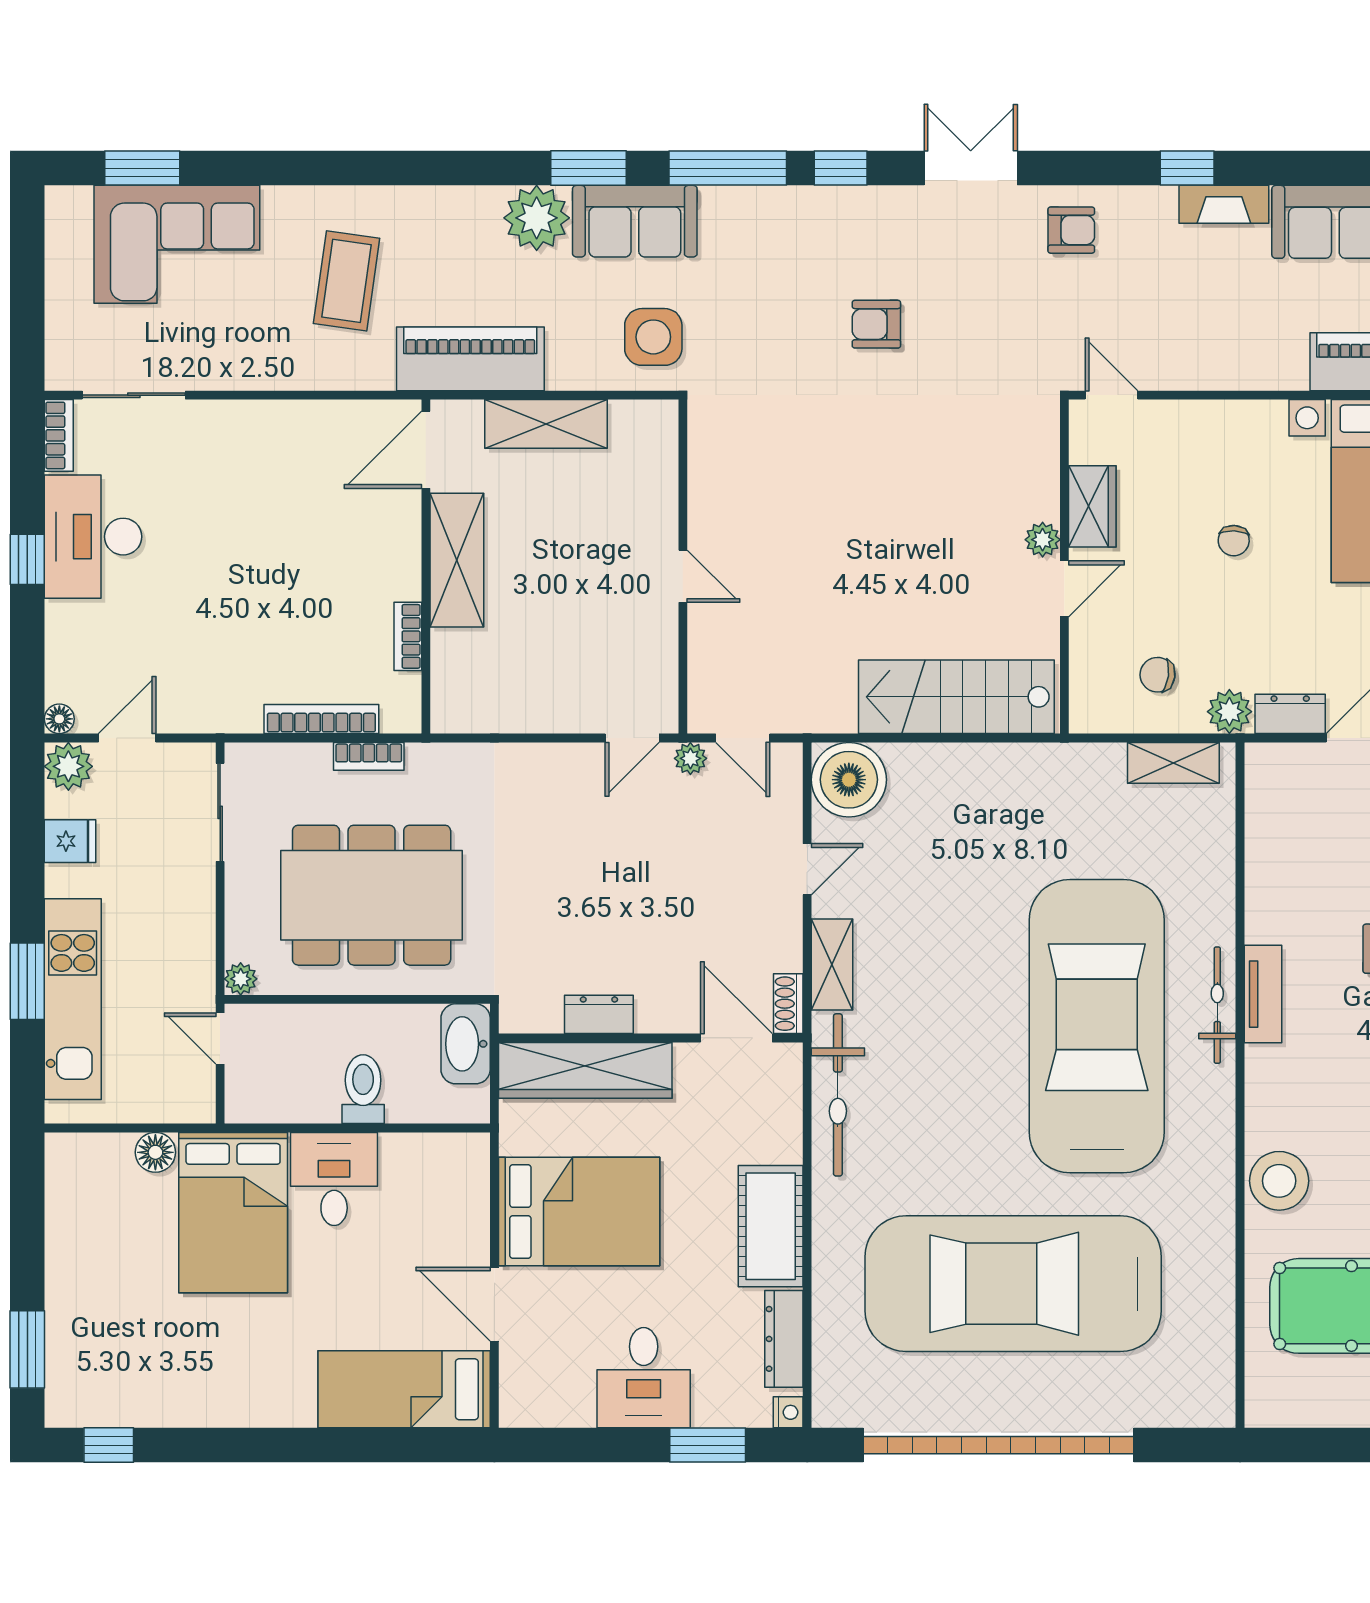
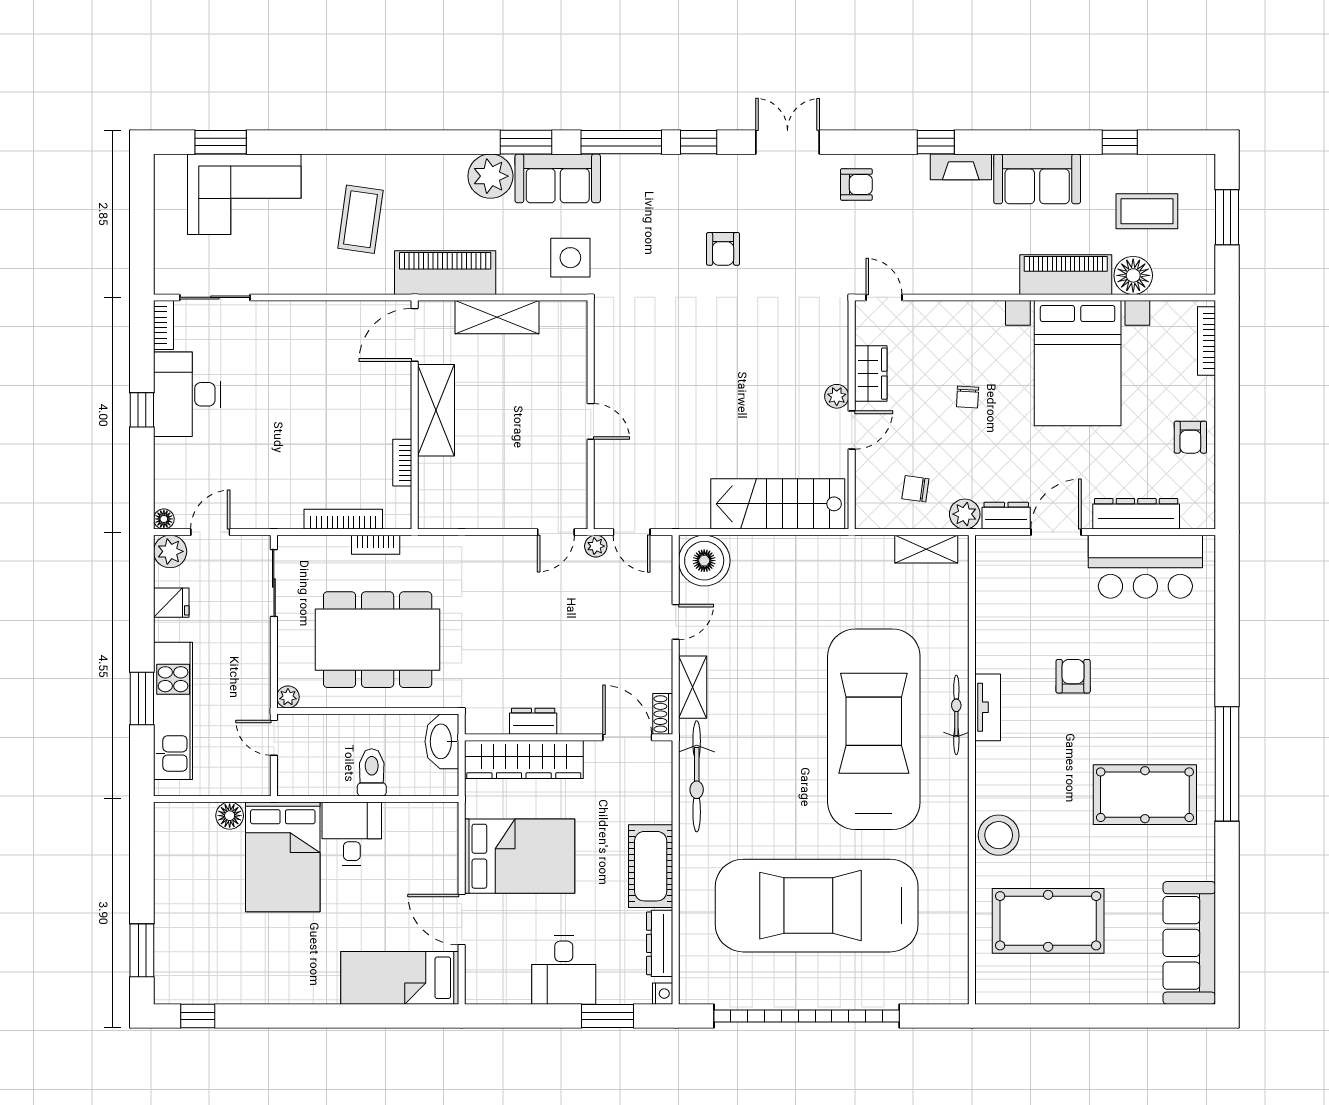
armchair: (876, 324) -> (723, 249), turned -90

